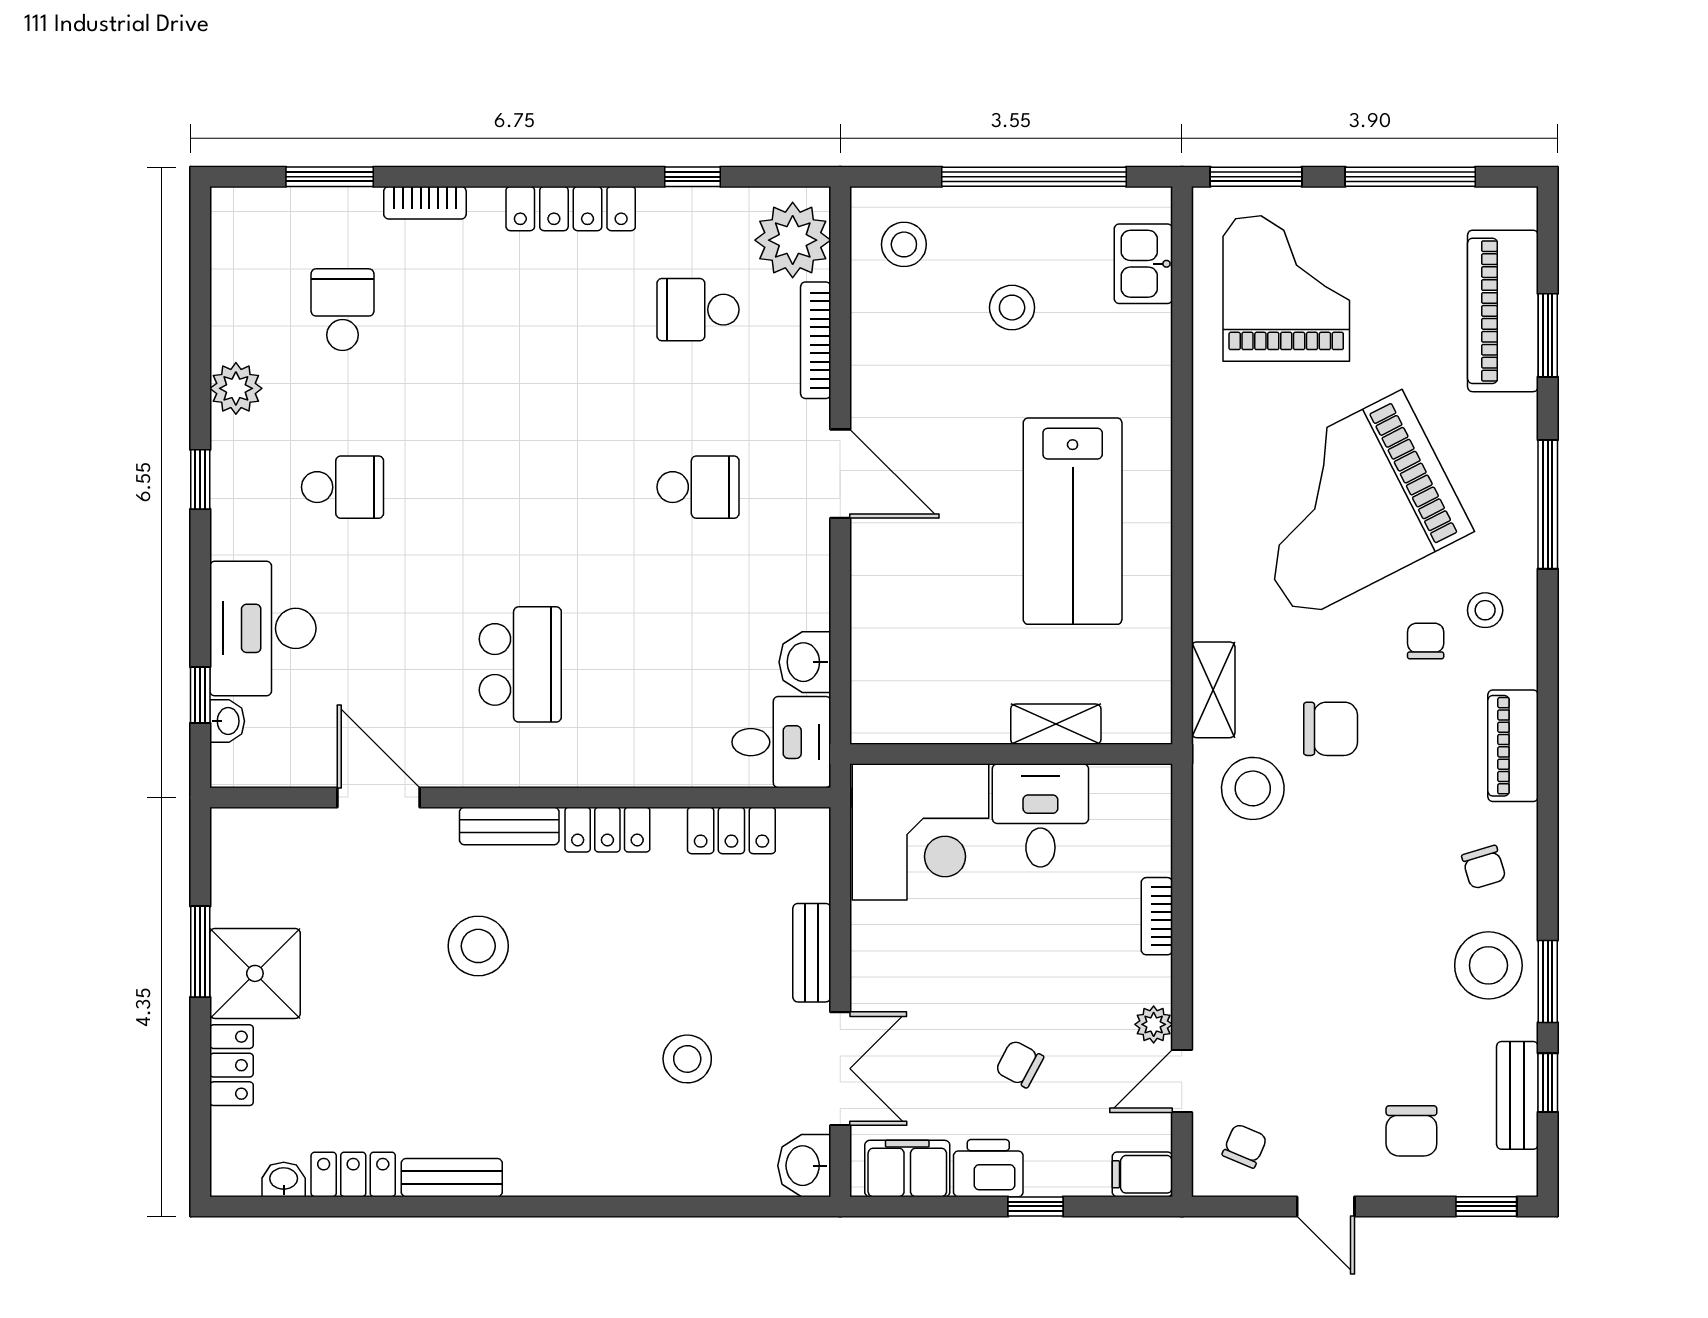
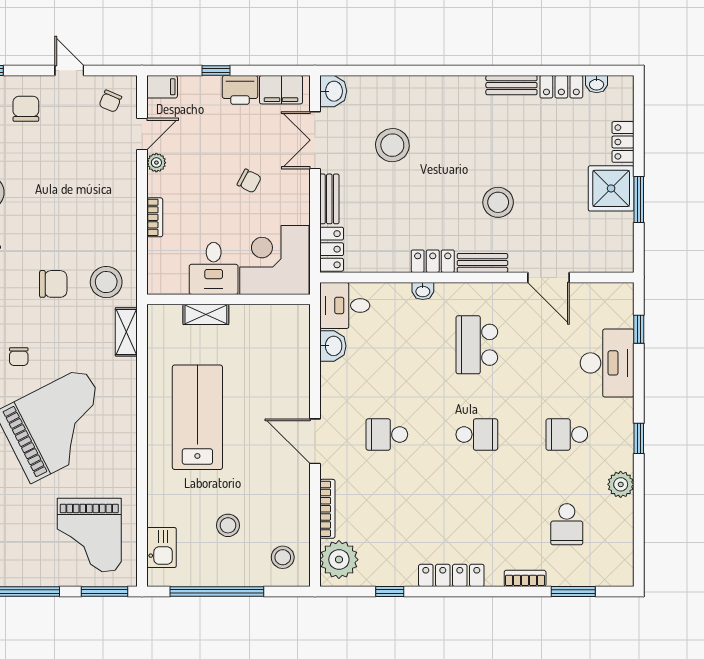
school desk: (698, 310) -> (477, 435), moved
washbasin: (227, 721) -> (423, 291), moved, turned -90
chair: (1331, 729) -> (53, 284), moved, turned 180
locker: (731, 830) -> (332, 249), moved, turned 90
stool: (687, 1059) -> (392, 145), width x1.38, depth x1.38
chair: (1020, 1064) -> (249, 181), moved

